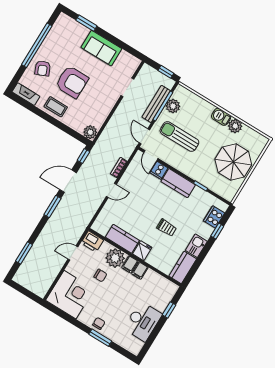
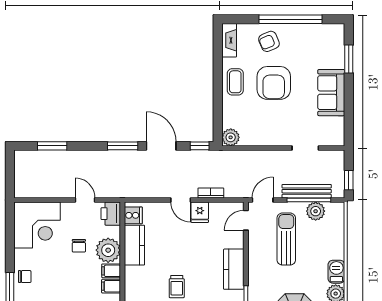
cooker: (159, 170) -> (133, 215), moved, turned 180
fridge: (142, 251) -> (200, 212), moved, turned 90

